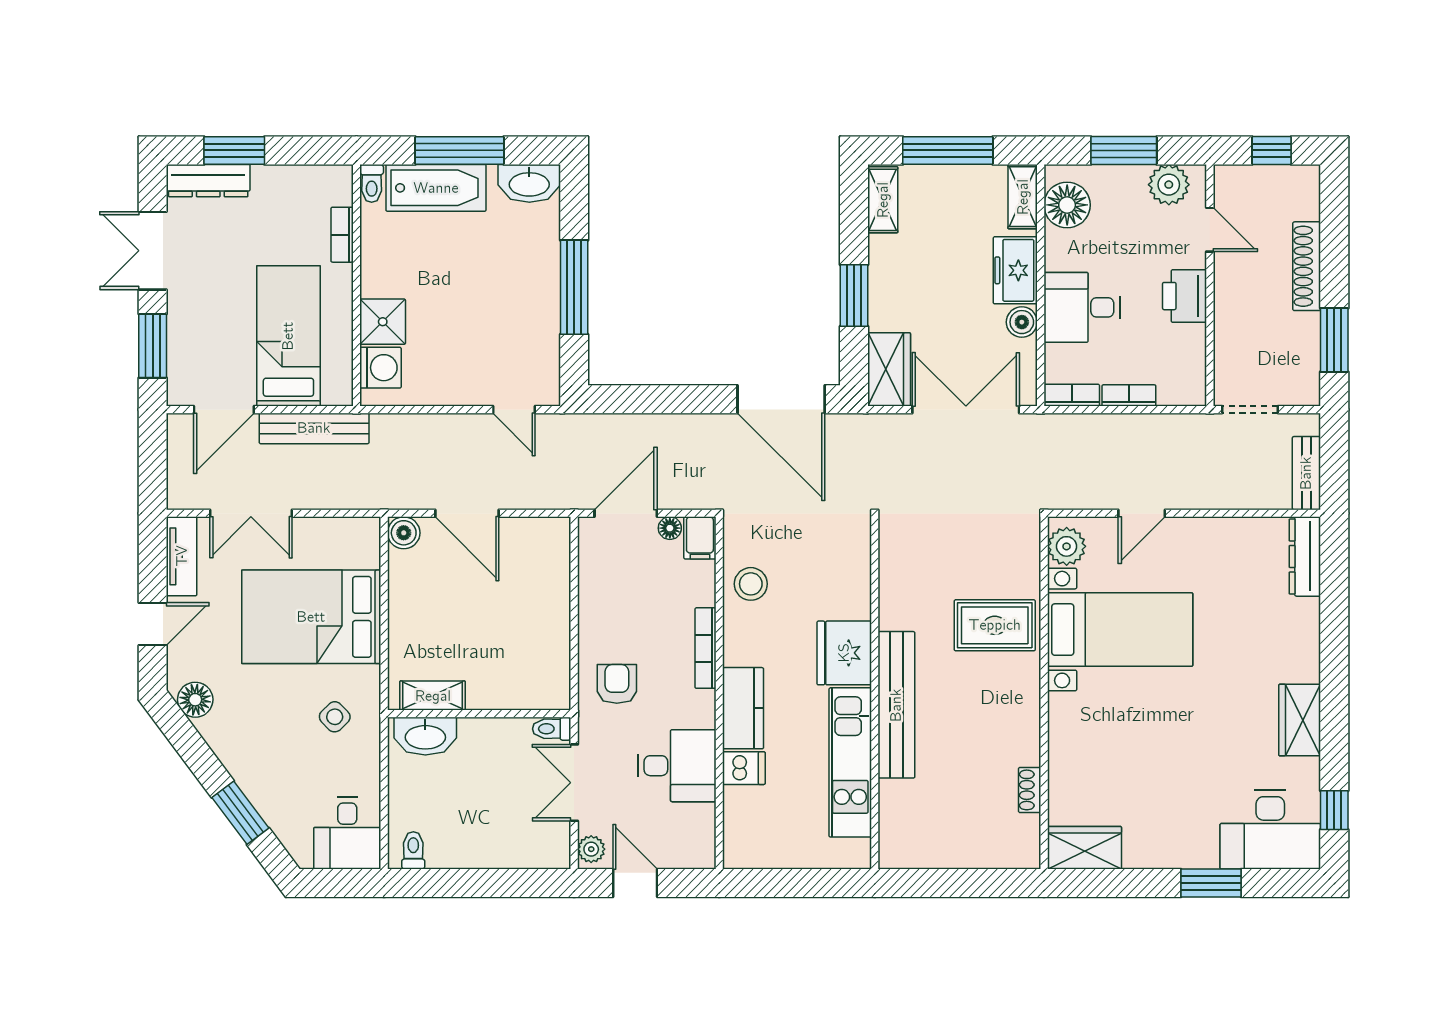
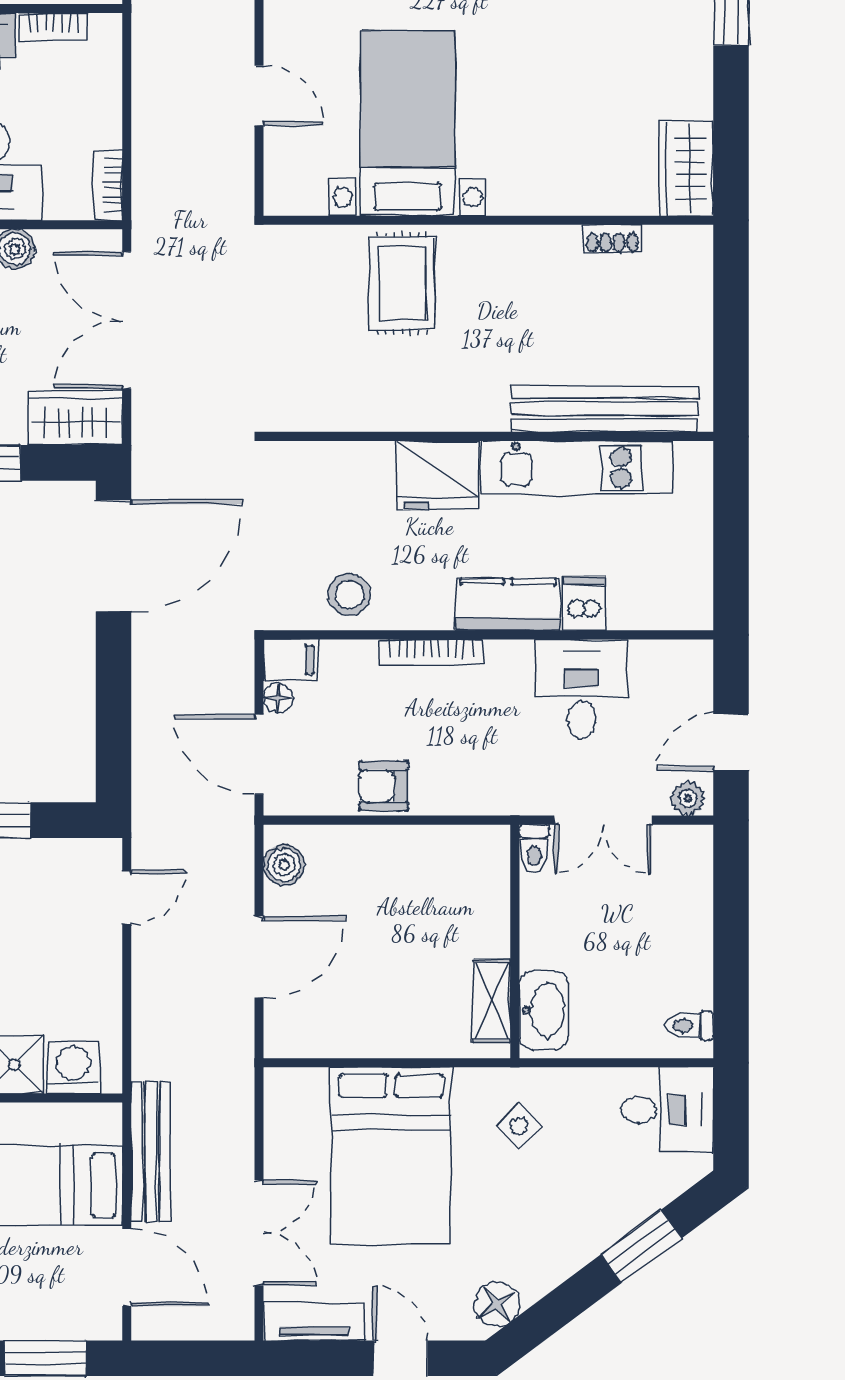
bookcase: (1129, 395) -> (53, 27), moved, turned -90
boiler: (404, 533) -> (284, 865), moved
plant: (1067, 546) -> (301, 192), removed
armchair: (617, 684) -> (384, 786), moved
bench: (896, 705) -> (604, 409), moved

